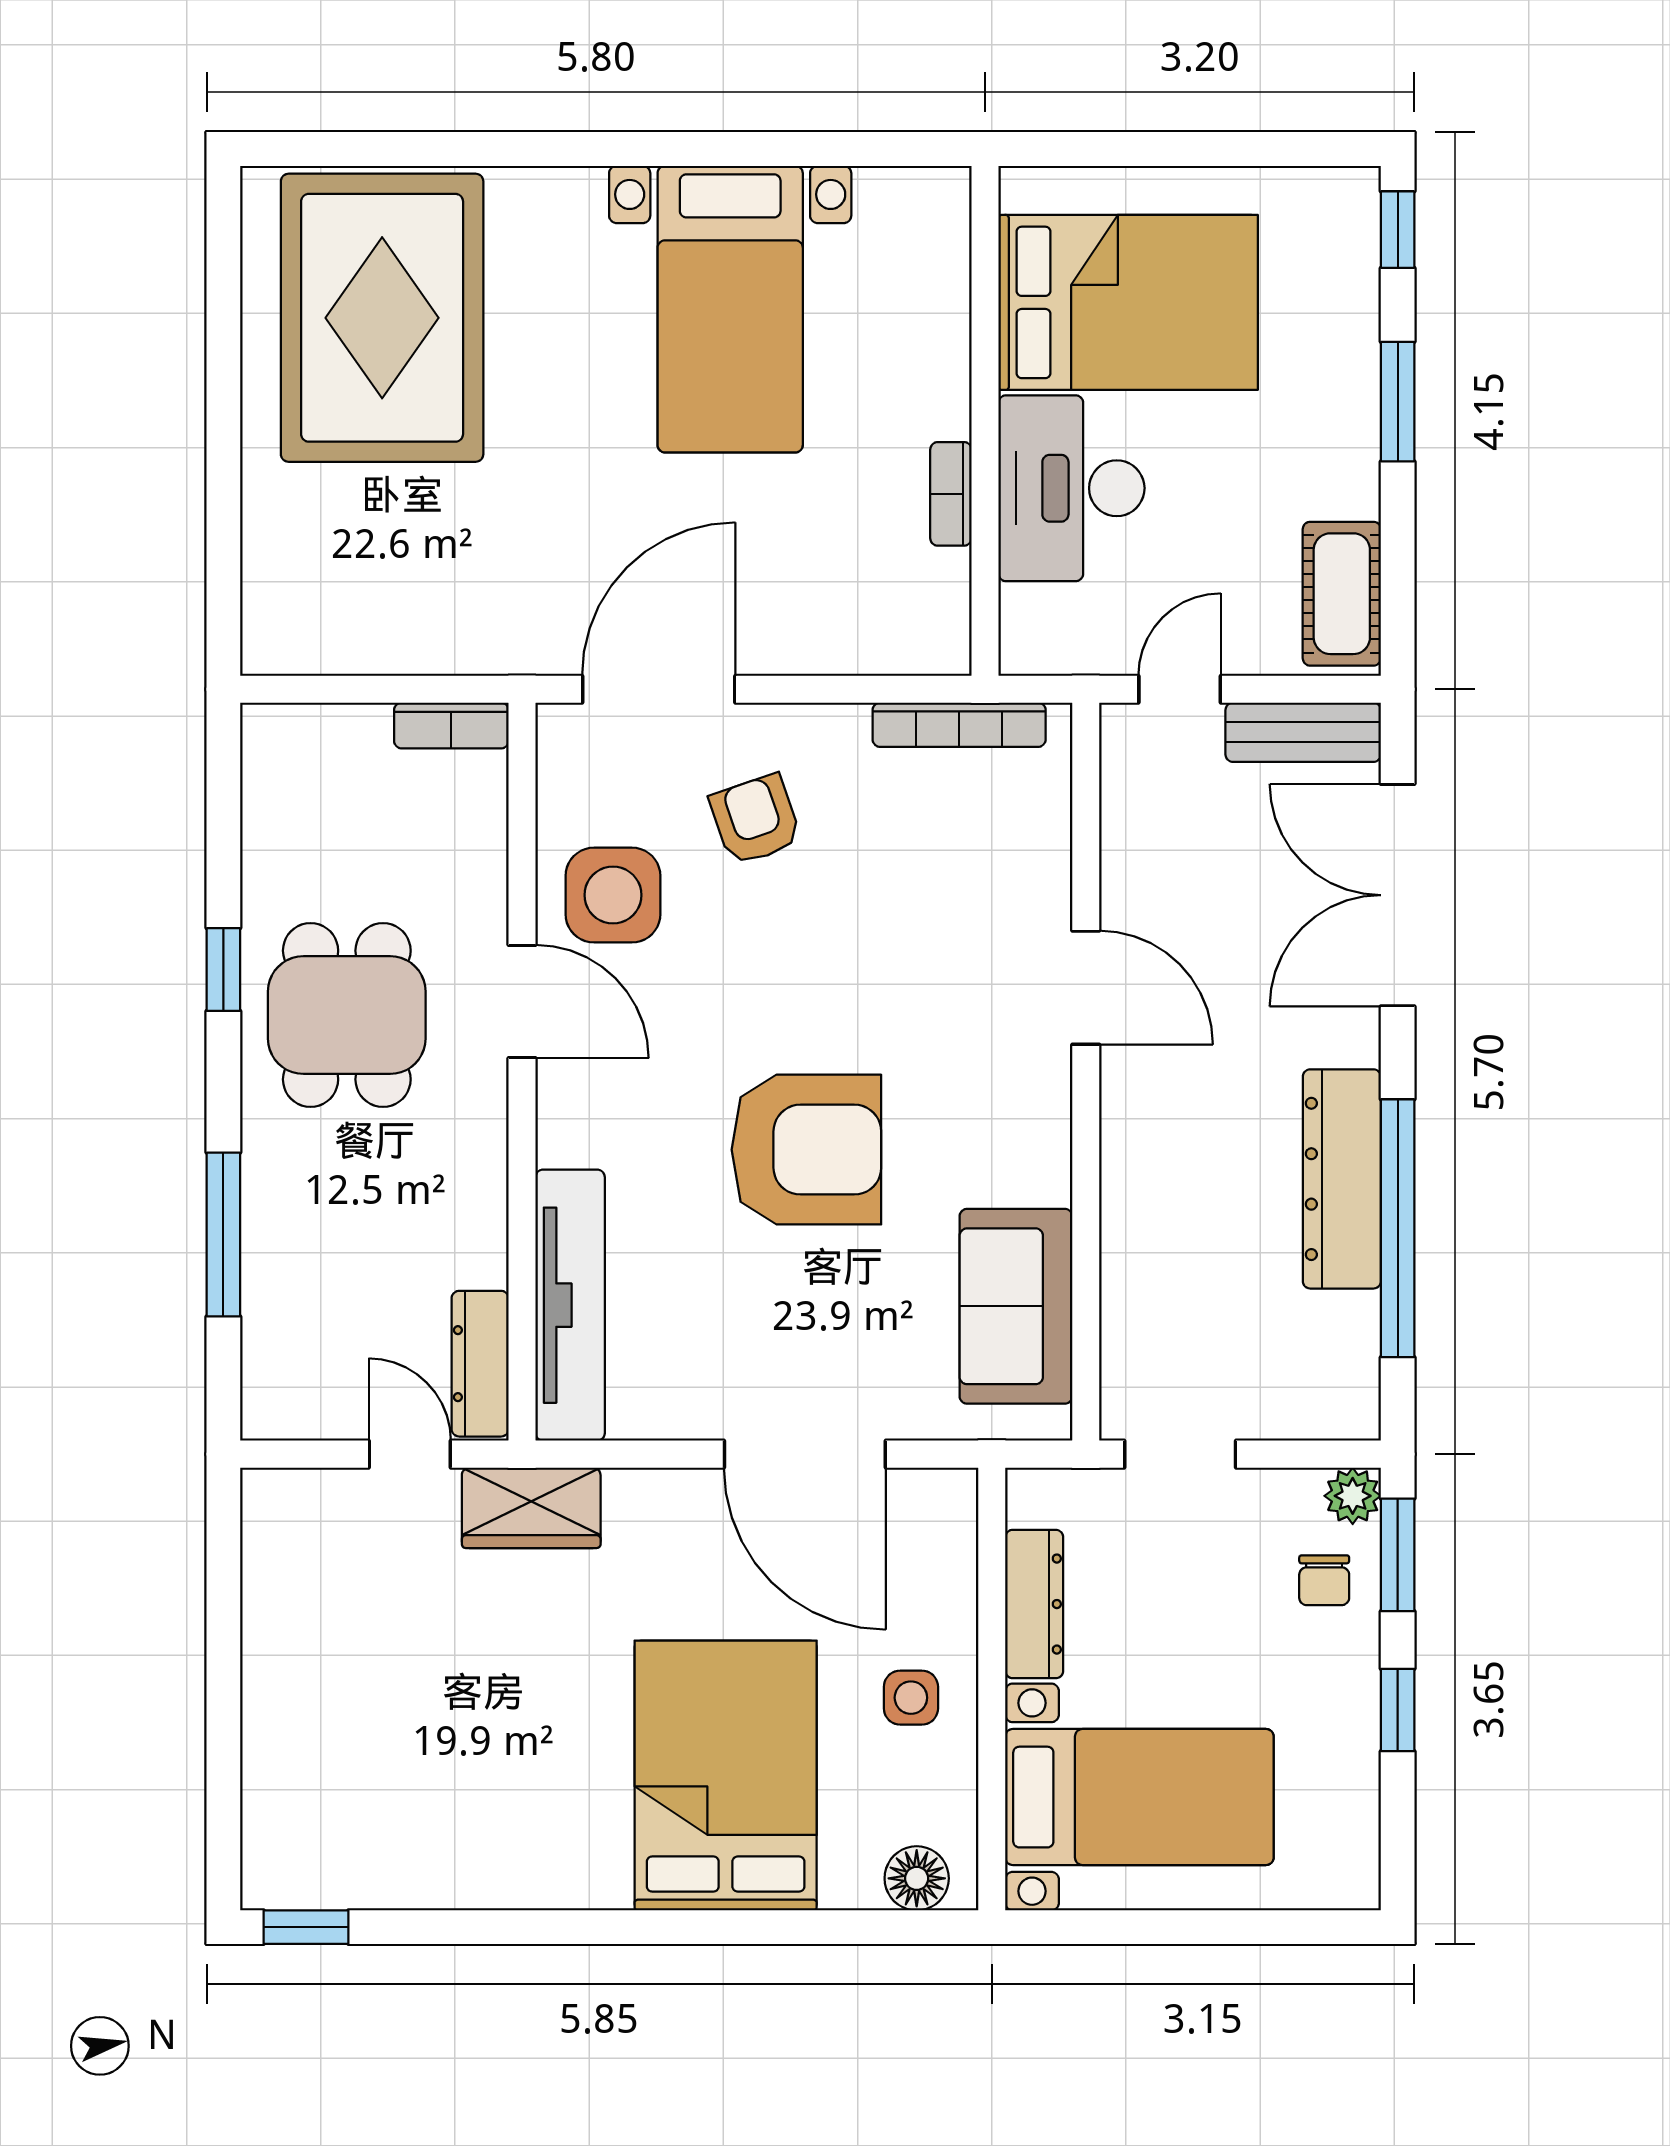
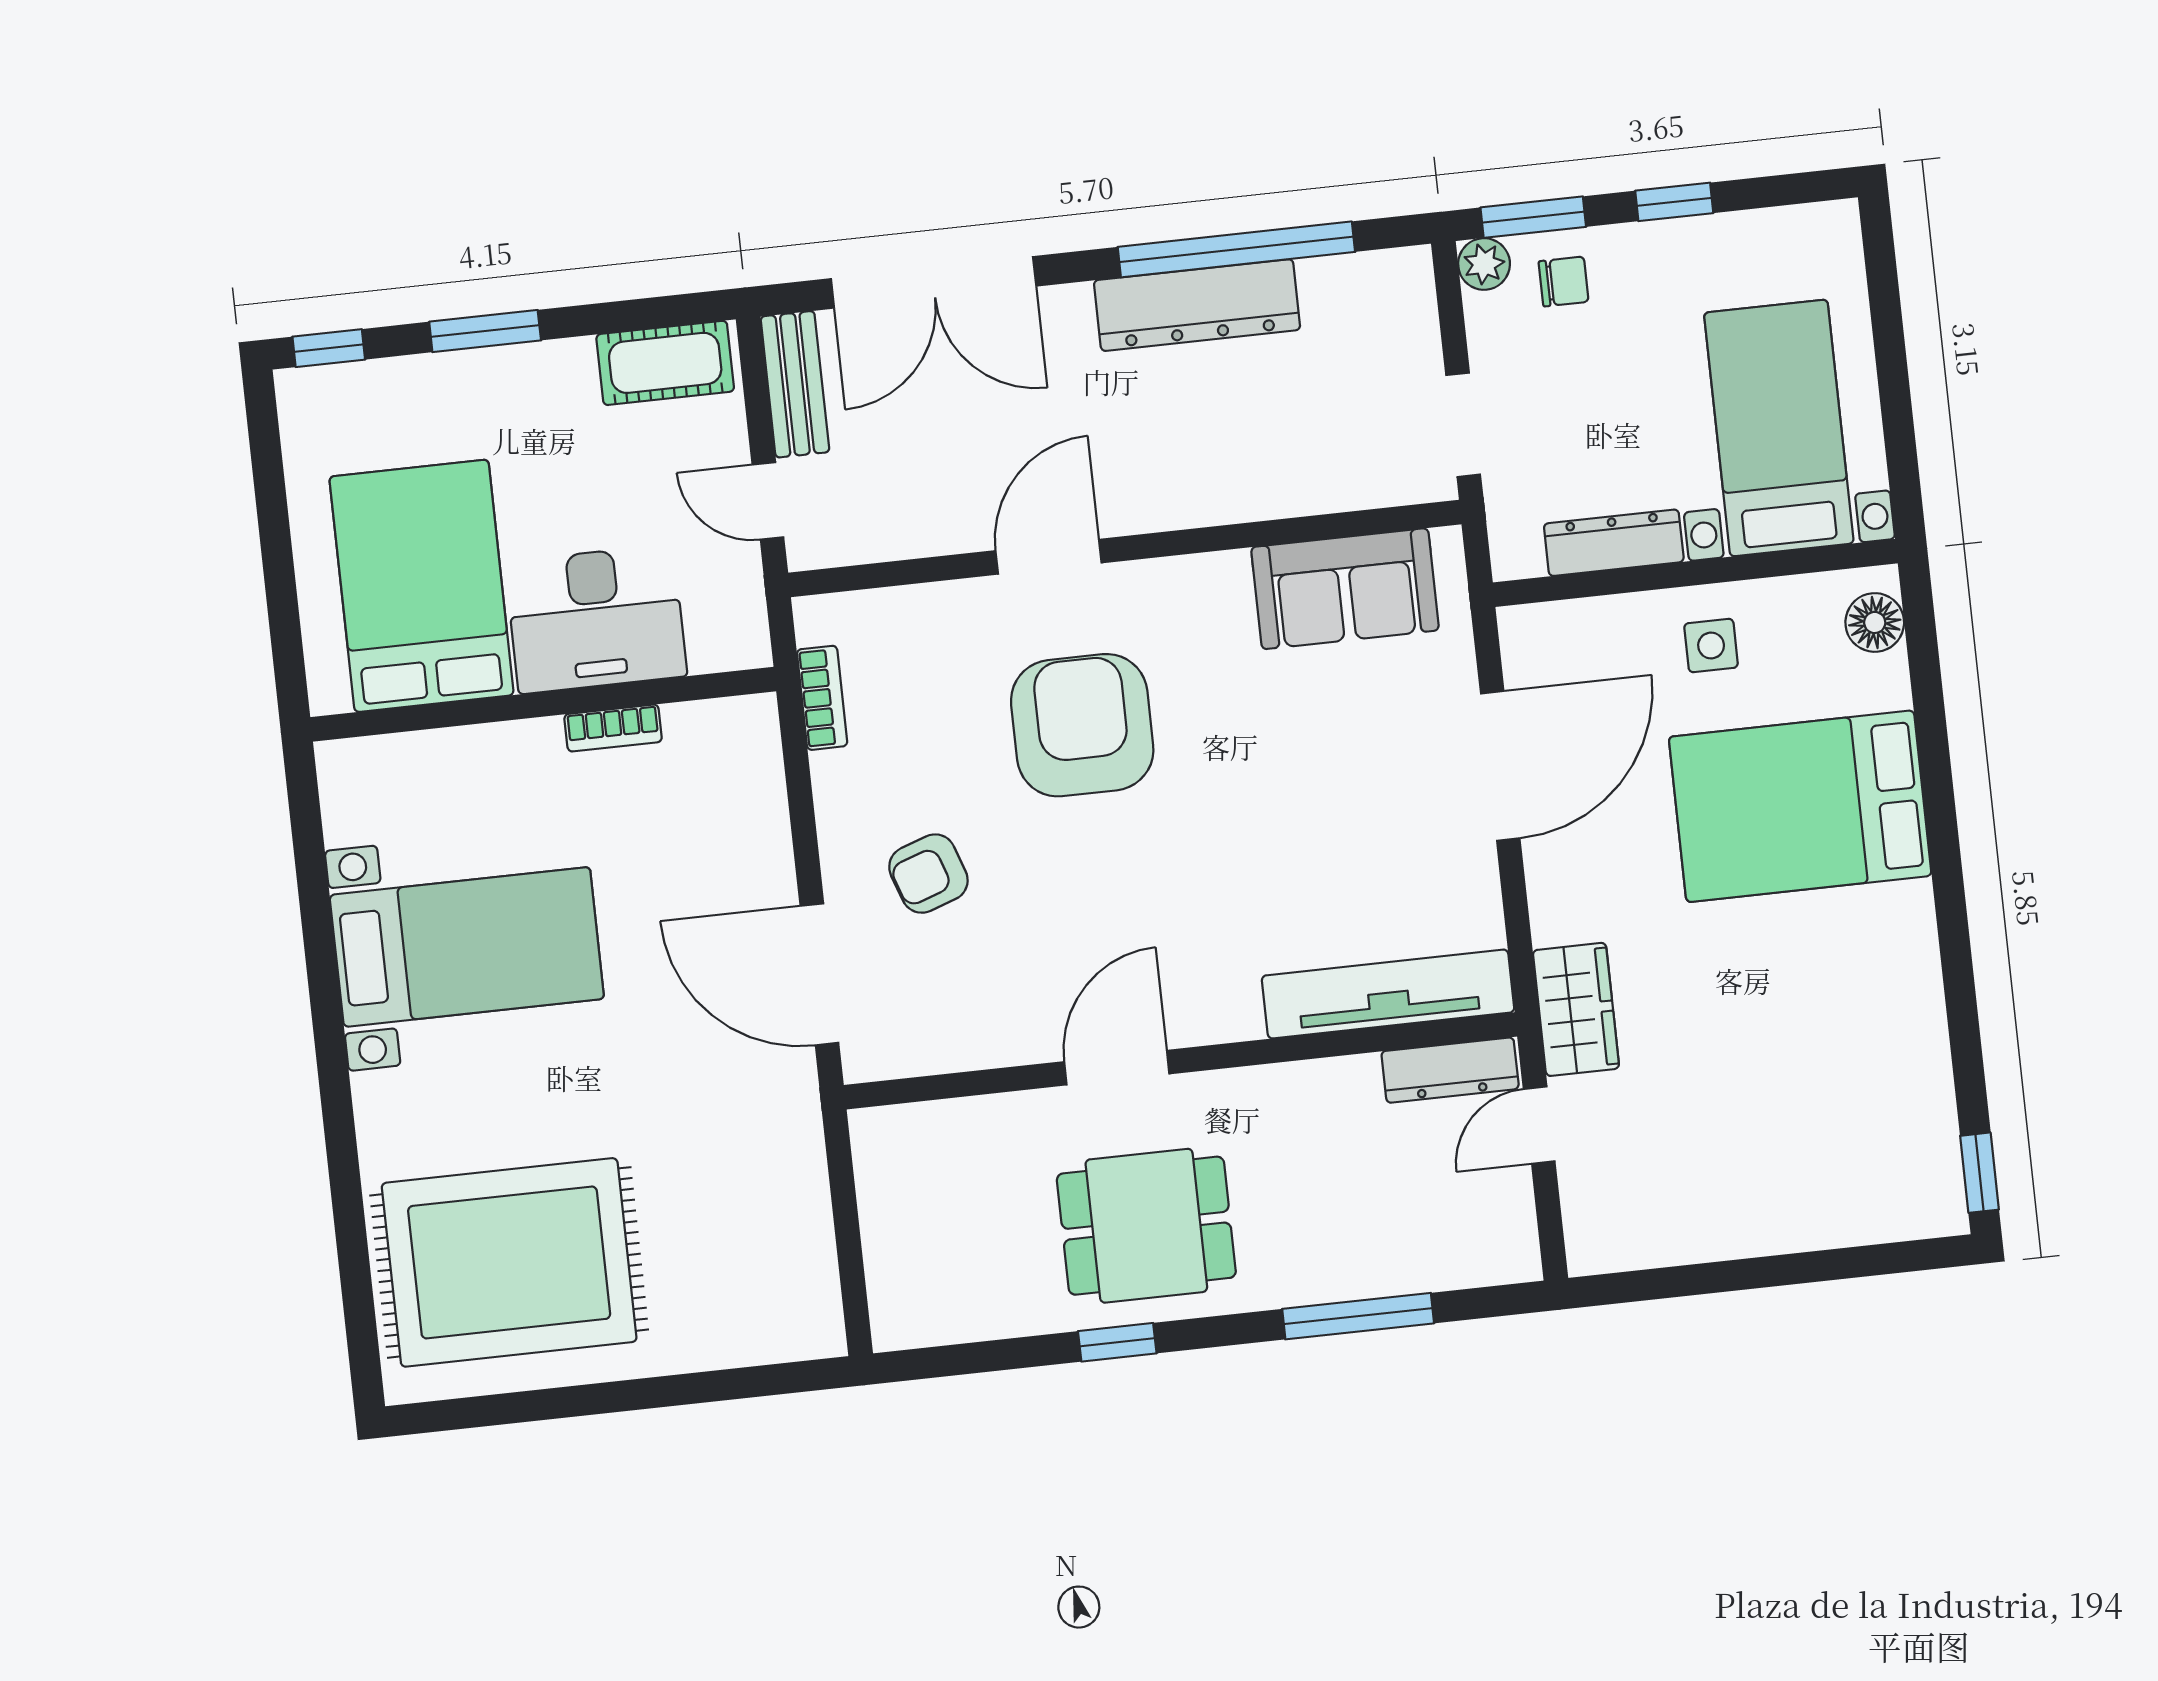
bookcase: (451, 725) -> (873, 1159), removed
bookcase: (959, 725) -> (822, 698), width x0.64
side table: (613, 895) -> (1011, 996), removed
armchair: (806, 1150) -> (1082, 725), moved

